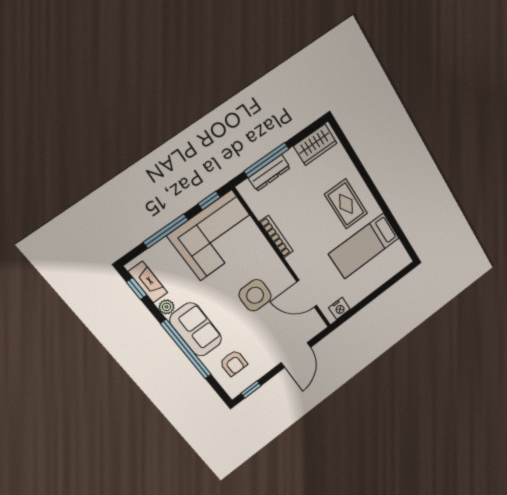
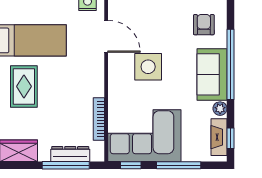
bookcase: (276, 237) -> (99, 119), moved

